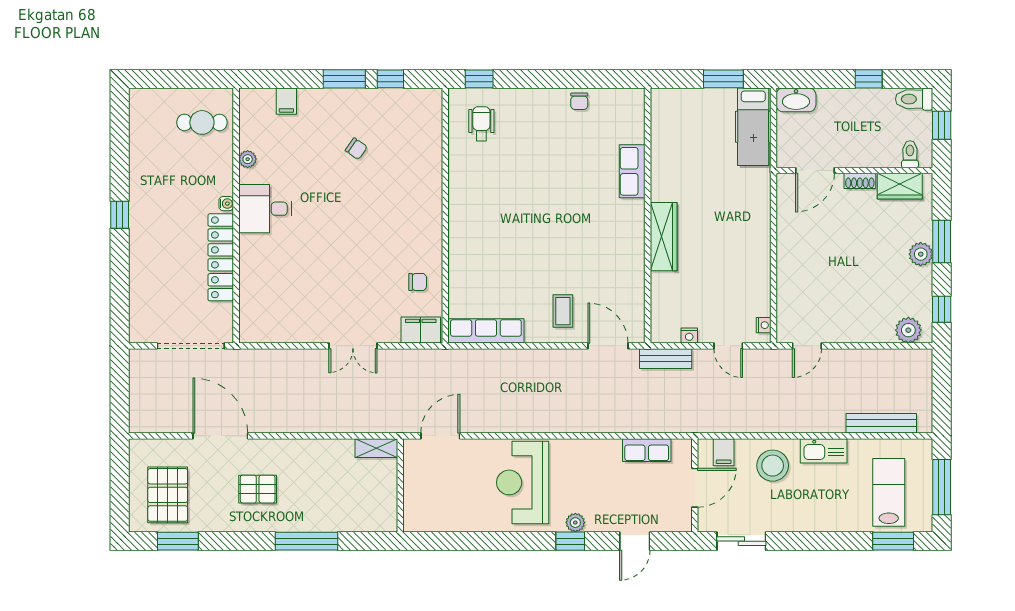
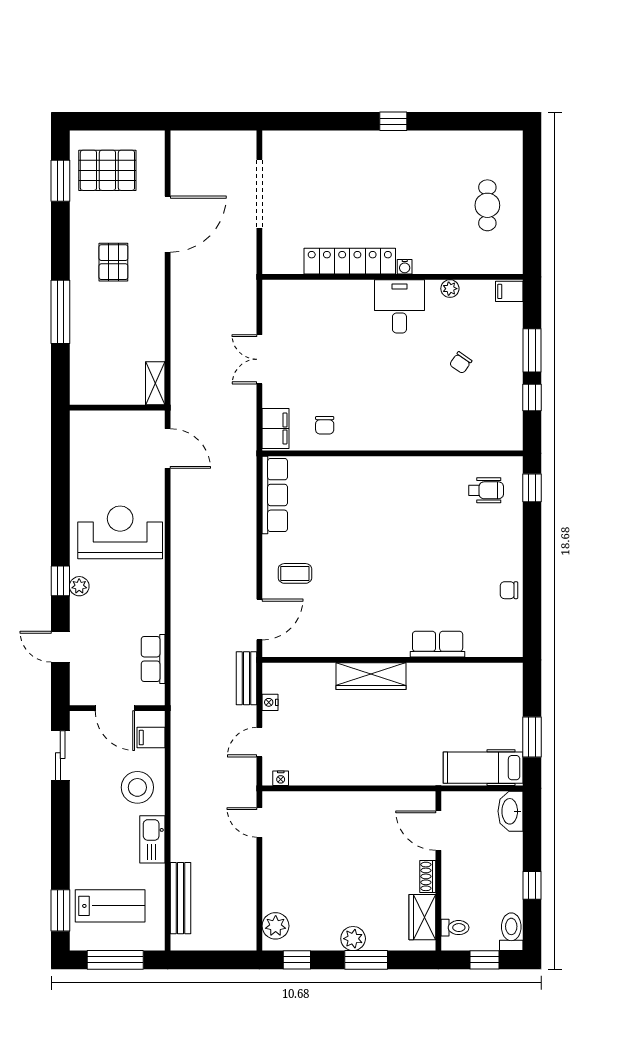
plant: (248, 159) -> (450, 289), moved
water cooler: (226, 204) -> (405, 267), moved
desk: (265, 209) -> (399, 306), moved
wall: (236, 215) -> (392, 277), moved
locker: (221, 257) -> (350, 261), moved

